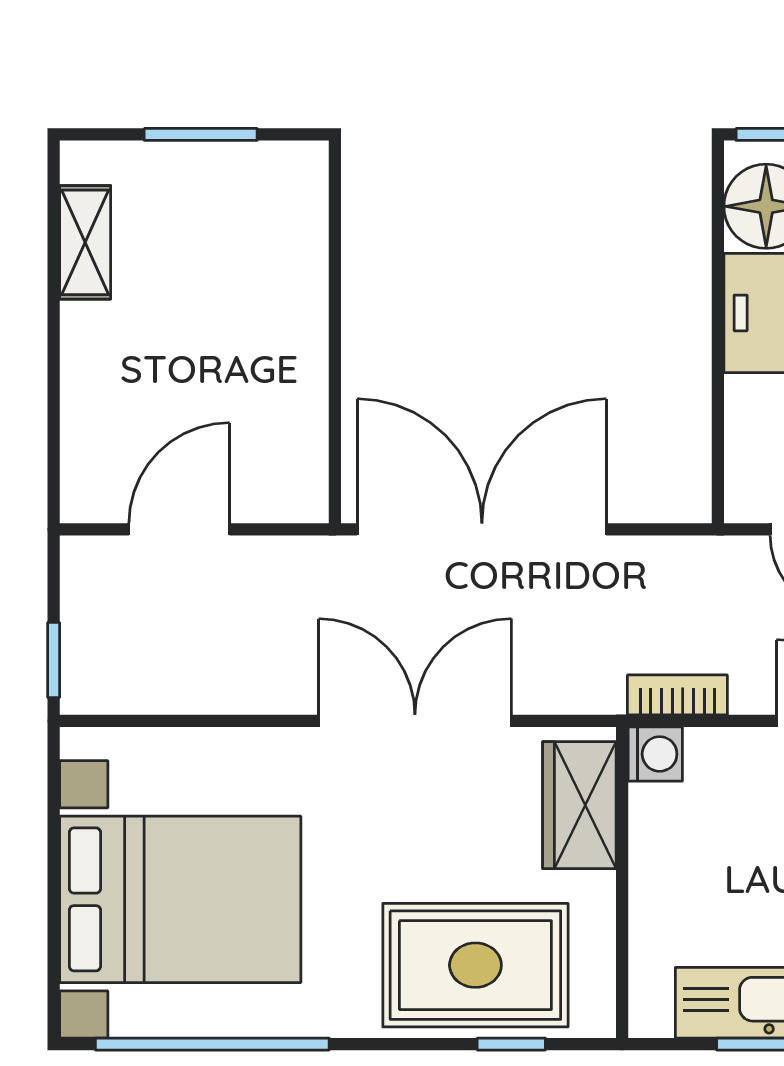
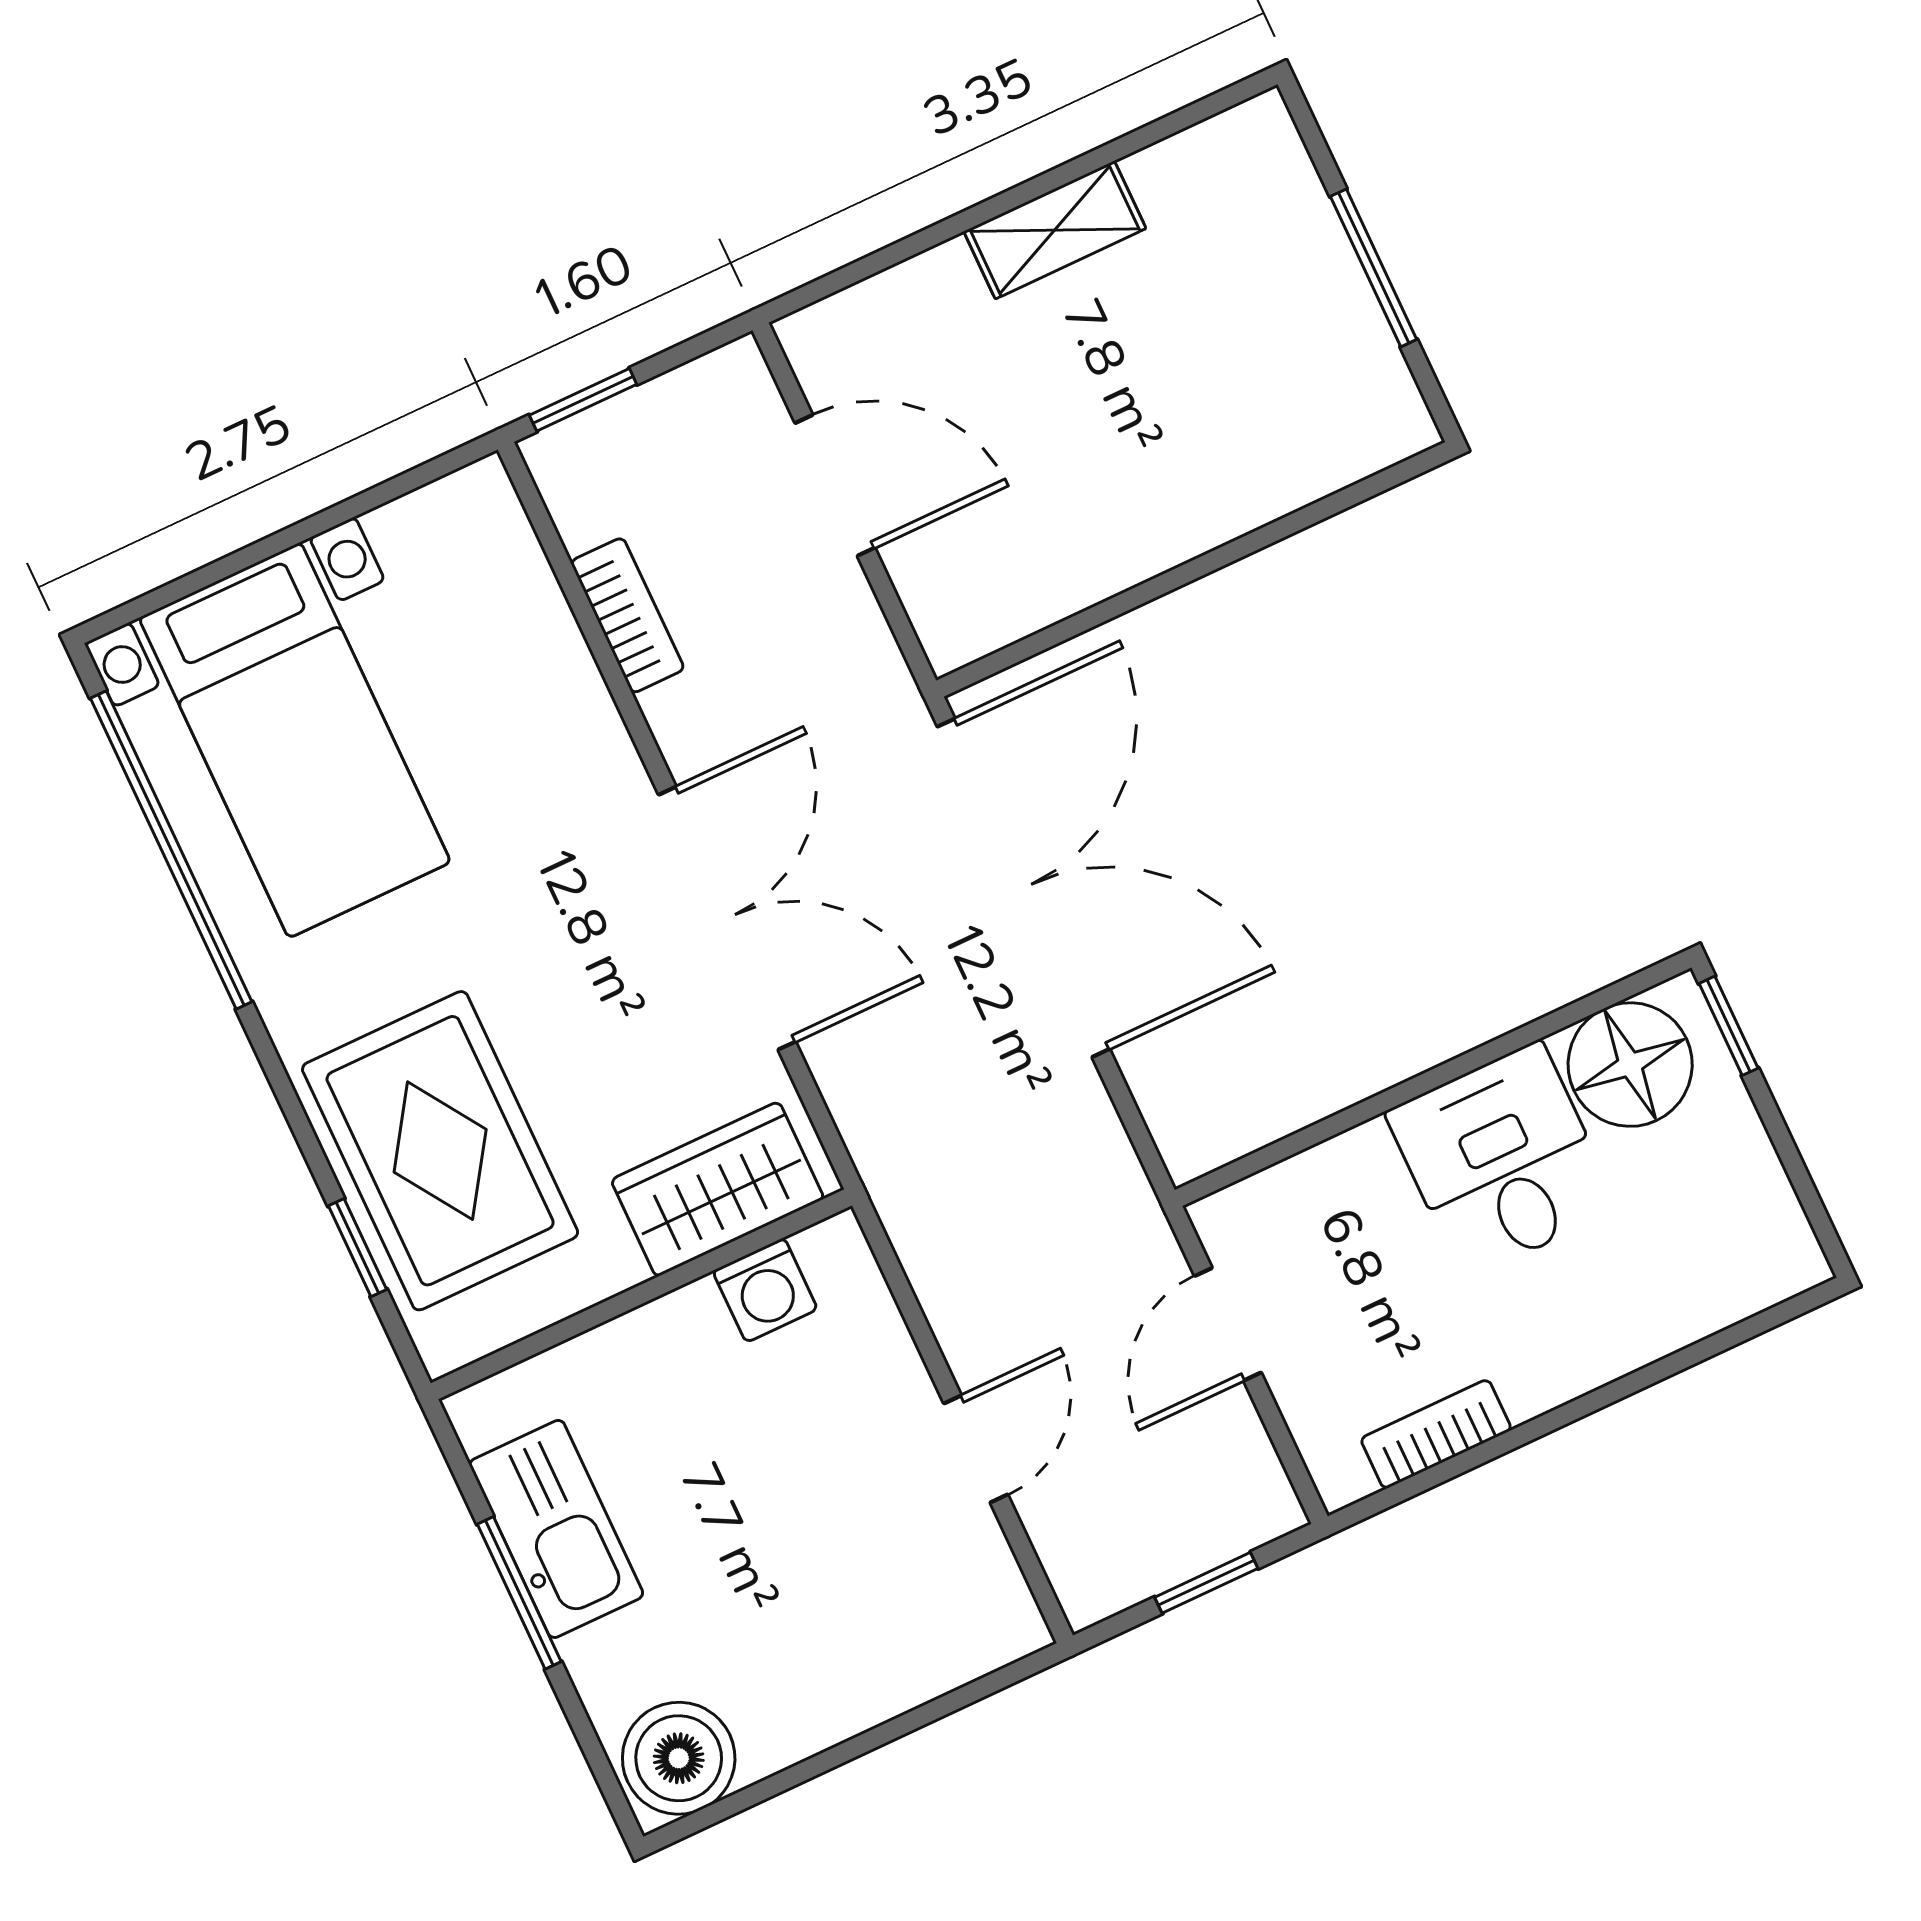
shelving: (85, 242) -> (1055, 230), moved
bookcase: (677, 695) -> (627, 615), moved
washing machine: (655, 754) -> (765, 1290), moved
bed with nightstands: (180, 899) -> (295, 740), width x0.73

